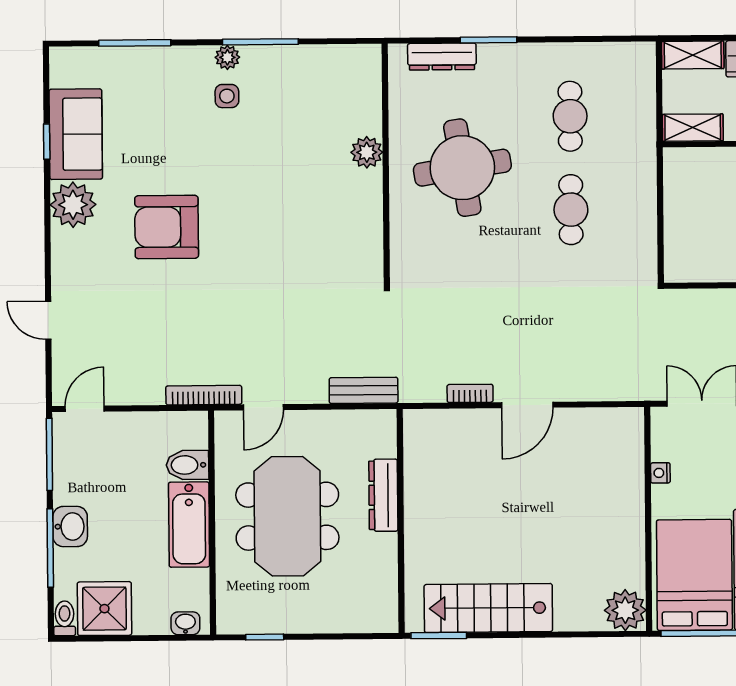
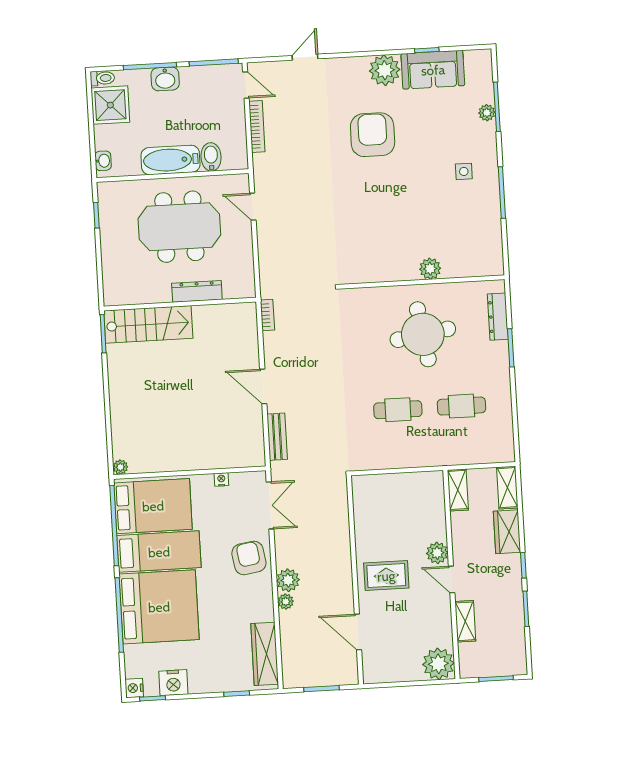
plant: (227, 57) -> (487, 113), moved
bench: (364, 390) -> (277, 437), moved
bookcase: (470, 393) -> (267, 315), moved
bookcase: (204, 395) -> (257, 127), moved
stairs: (488, 608) -> (148, 324), moved, turned 90
plant: (625, 610) -> (120, 467), width x0.53, depth x0.53

